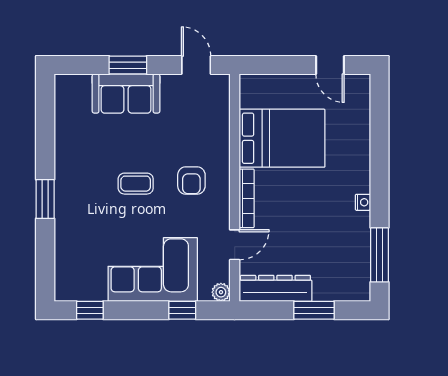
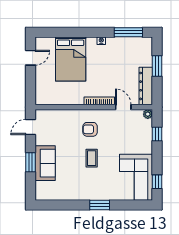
bed: (282, 138) -> (71, 59), moved, turned 180
armchair: (191, 180) -> (90, 129), turned 180
corner sofa: (153, 269) -> (136, 177), moved

